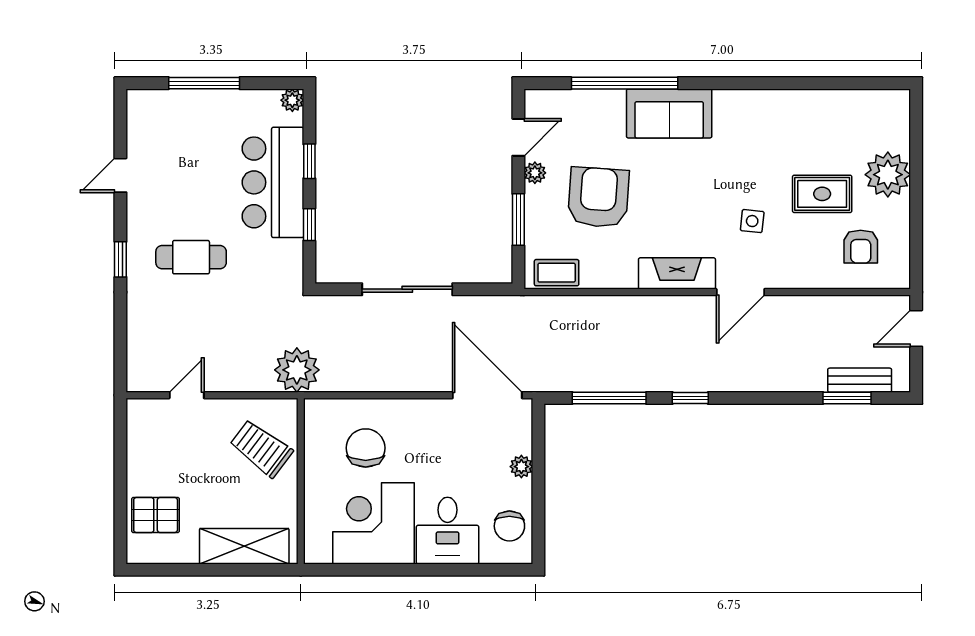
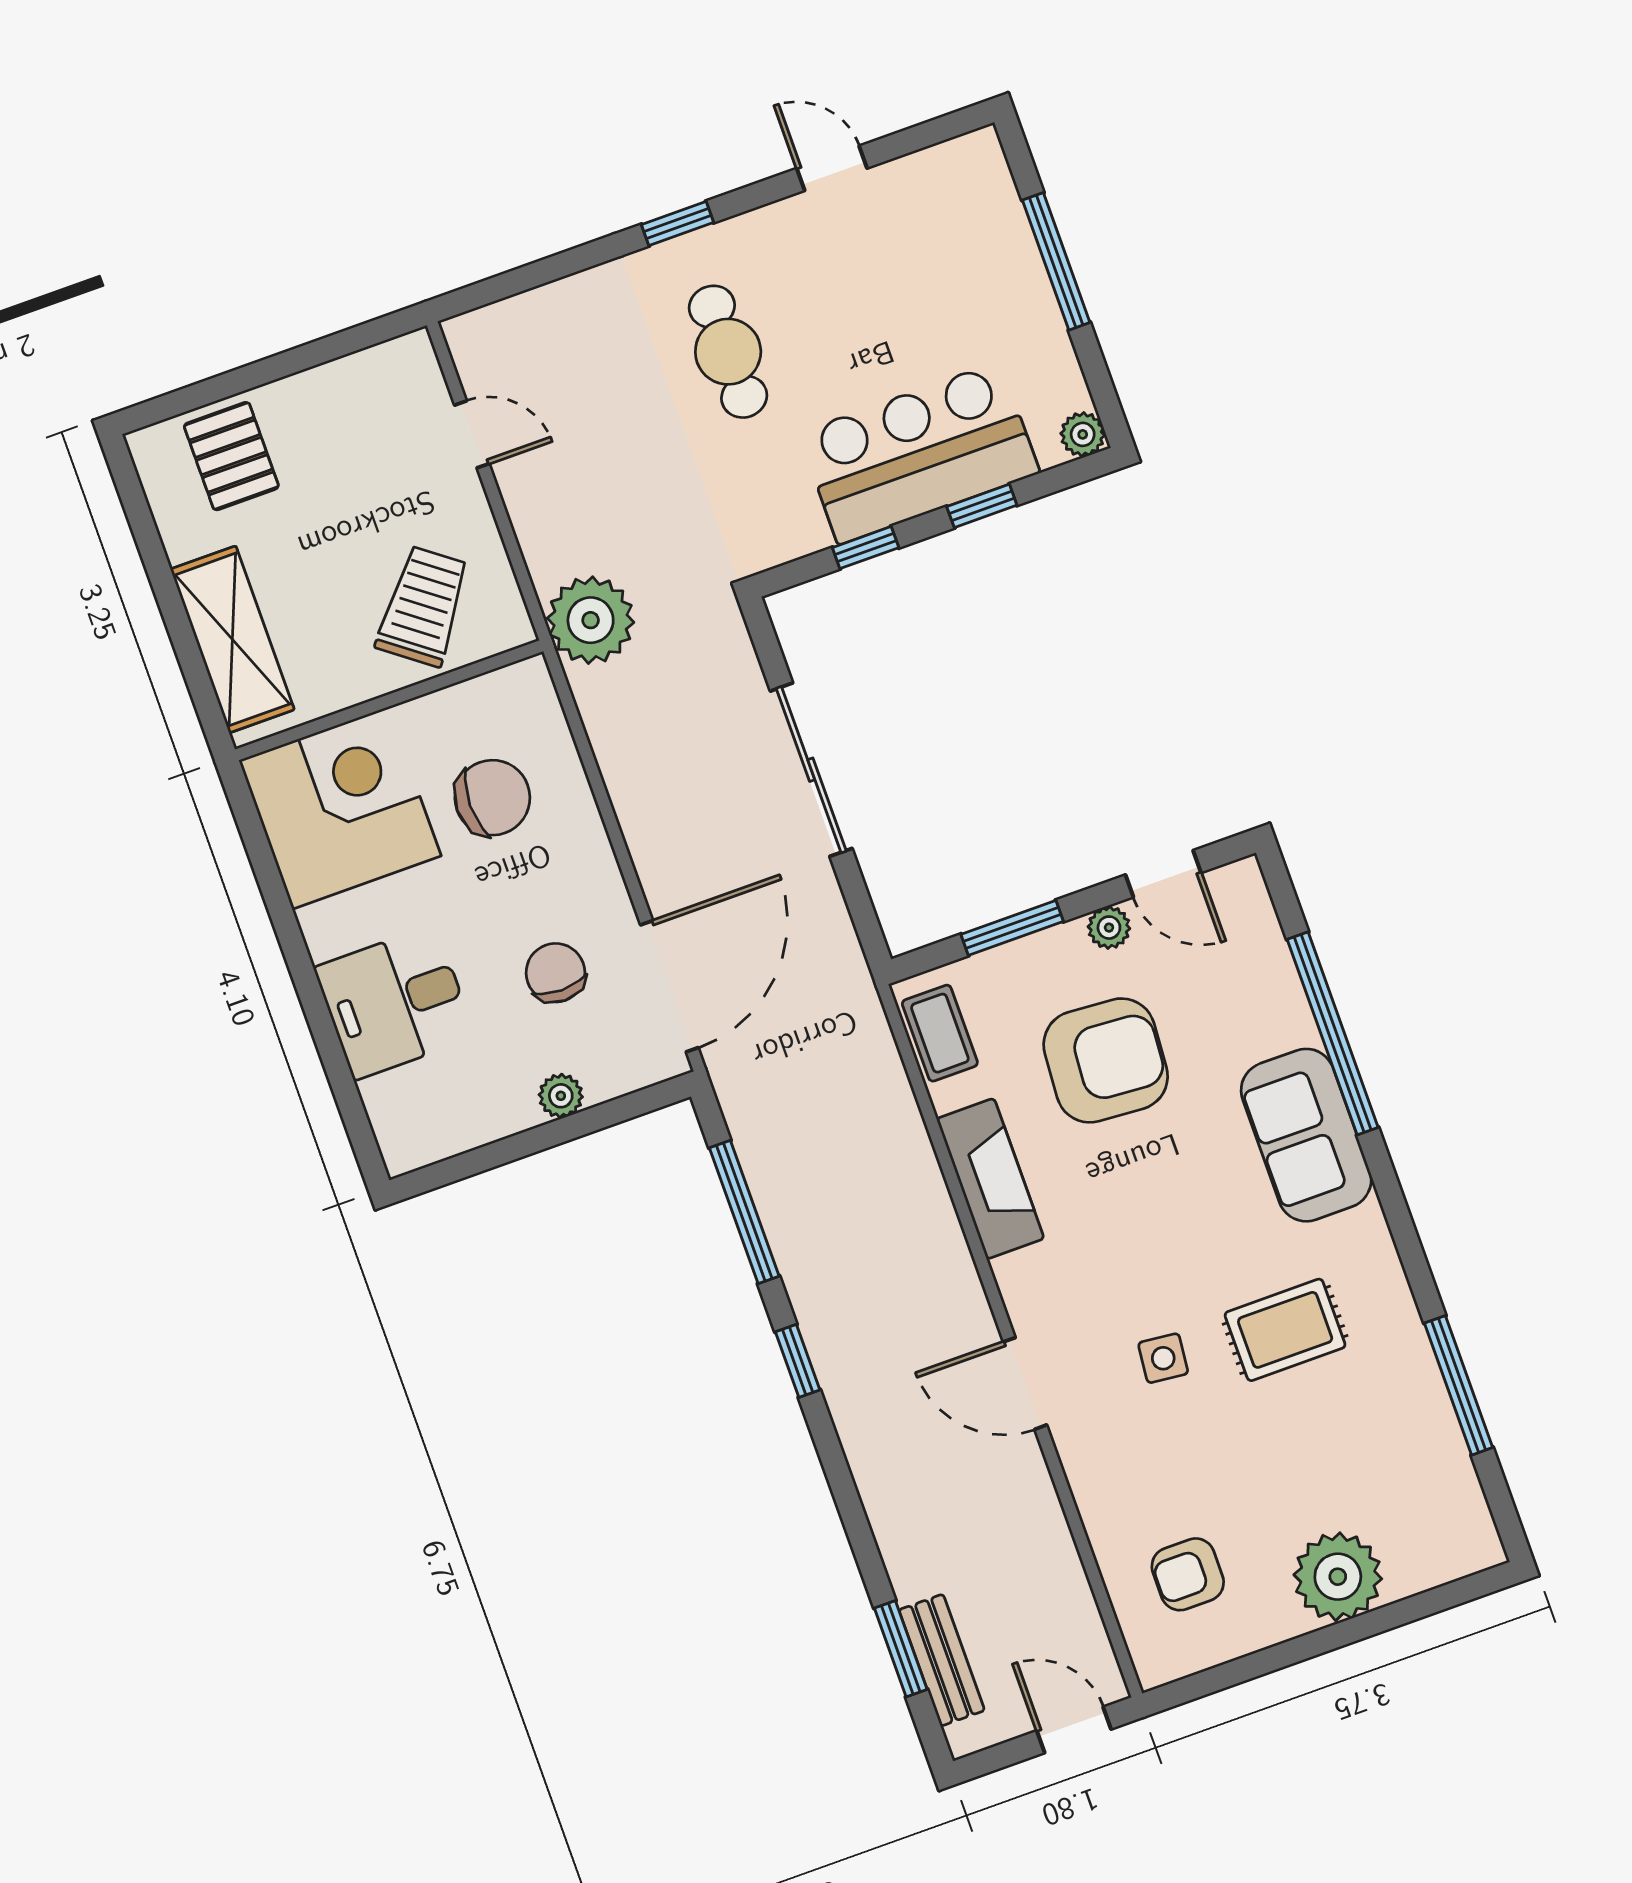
window: (816, 83) -> (1459, 1385), added
rug: (822, 194) -> (1285, 1330), moved, turned 90
fireplace: (677, 273) -> (990, 1179), moved
corner desk: (374, 523) -> (340, 808), moved
chair: (509, 526) -> (555, 973), moved, turned 90

